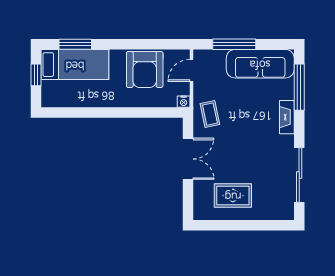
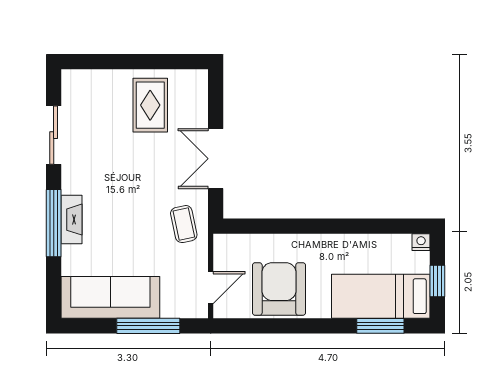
window: (299, 87) -> (54, 223), moved
nightstand: (184, 102) -> (421, 242), moved
sliding door: (299, 175) -> (54, 135), width x0.73
rug: (233, 196) -> (150, 105), turned 90

